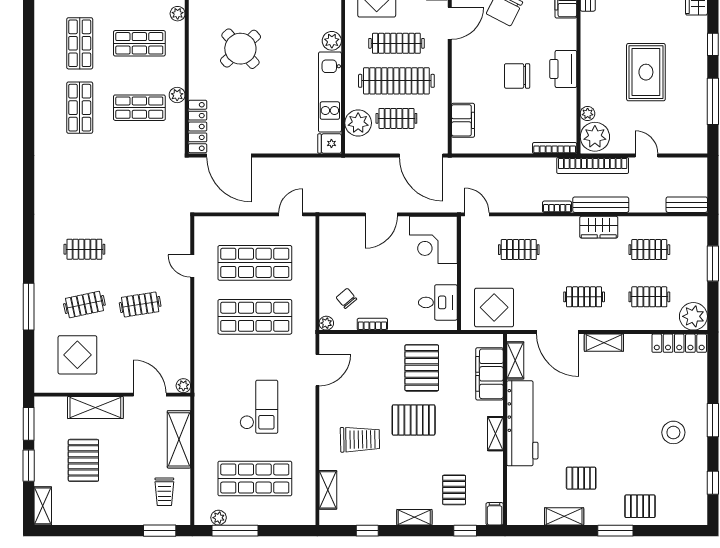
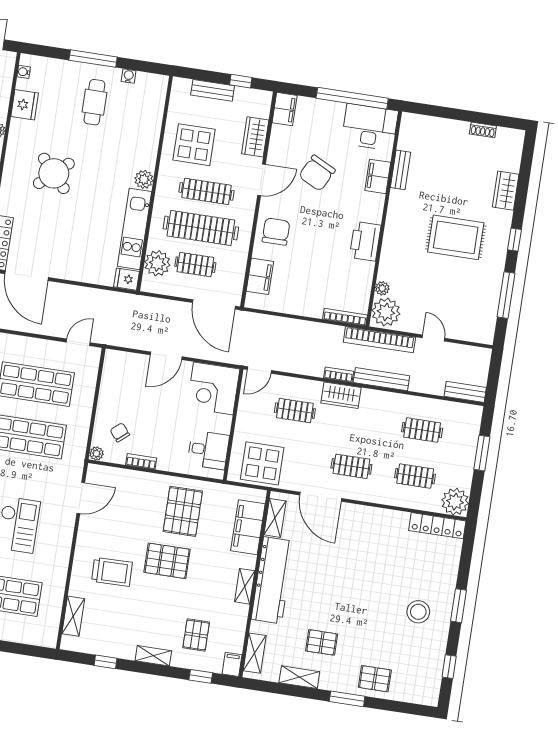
rug: (646, 72) -> (456, 237), moved, turned 90
chair: (517, 76) -> (276, 231), moved, turned 90
door: (477, 214) -> (259, 370), swing flipped
wardrobe: (599, 227) -> (341, 395), moved
shelving: (604, 343) -> (255, 653), moved, turned 90

